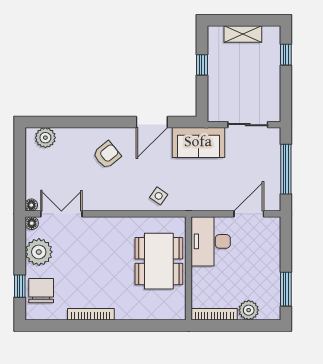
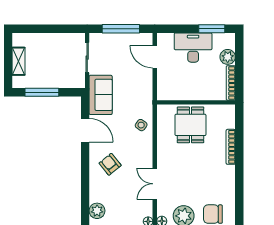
window: (286, 55) -> (34, 29), removed
window: (202, 65) -> (42, 92), width x2.17
double door: (61, 214) -> (155, 184), moved
desk: (211, 241) -> (193, 48), moved, turned 180
dining table: (159, 261) -> (190, 125), width x0.73
bookcase: (91, 314) -> (231, 147), moved

